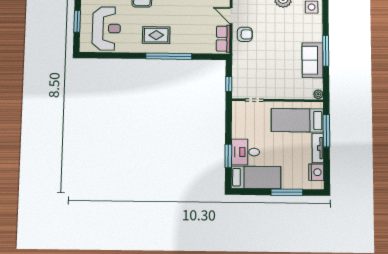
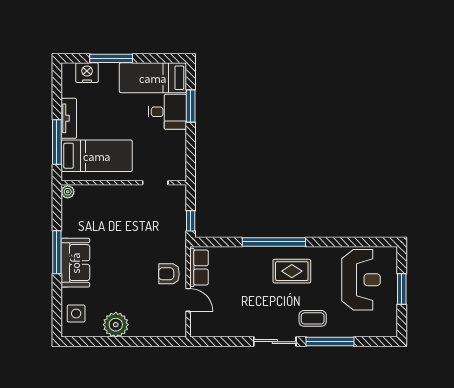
reception desk: (106, 28) -> (361, 280), turned 180
sofa: (312, 60) -> (75, 263), moved
window: (229, 84) -> (191, 221), moved
nightstand: (316, 172) -> (87, 73), moved, turned 90

